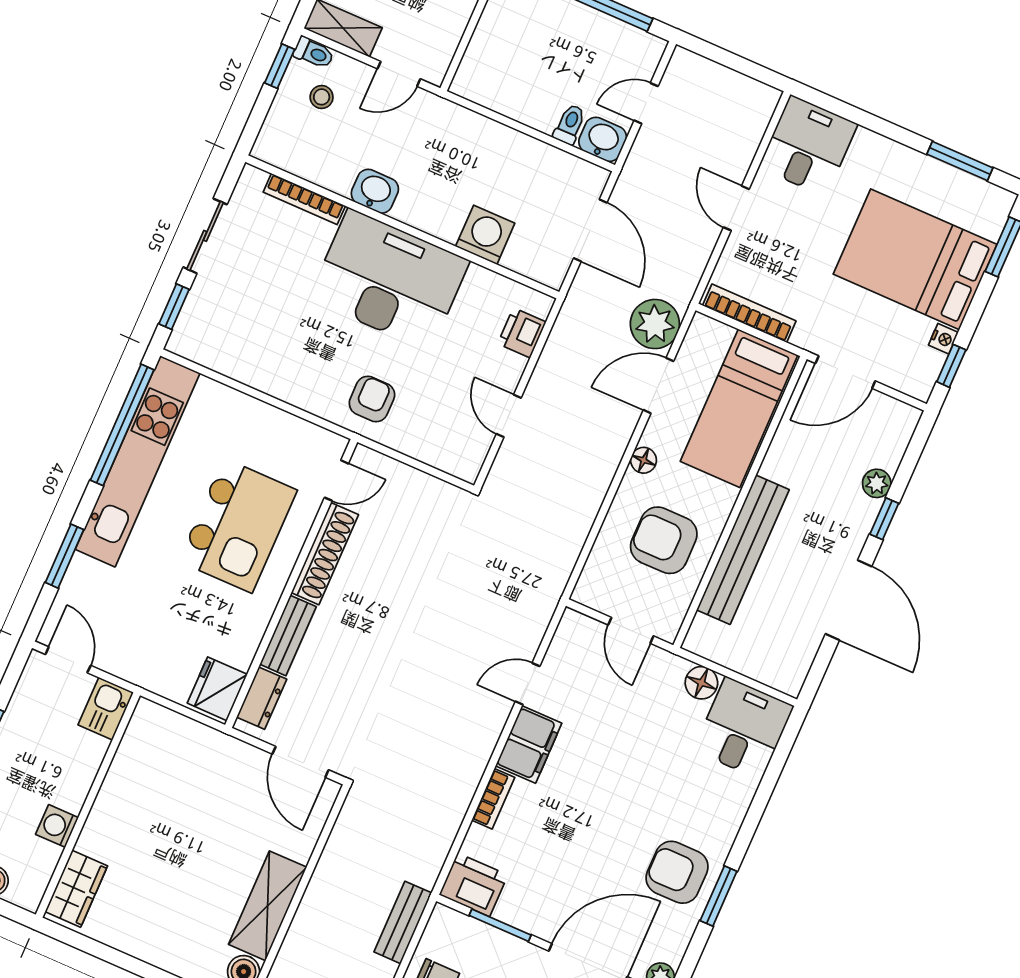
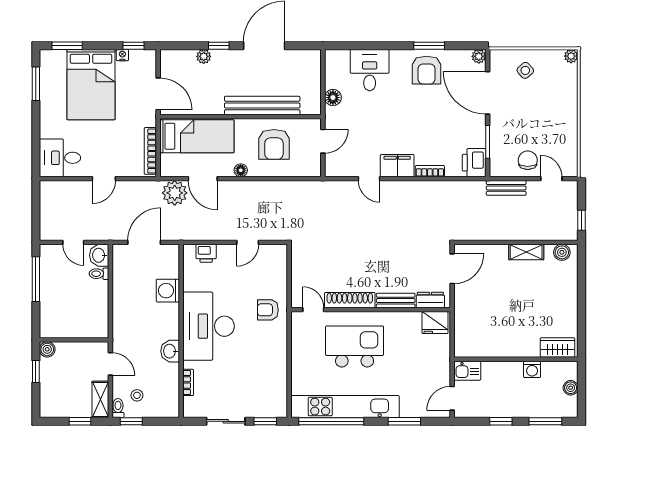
bookcase: (304, 199) -> (188, 382), width x0.64
desk: (743, 728) -> (370, 70), moved, turned 90
shelving: (268, 906) -> (526, 252), width x0.67, depth x0.75

